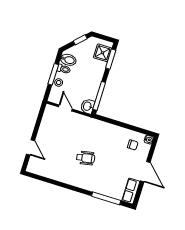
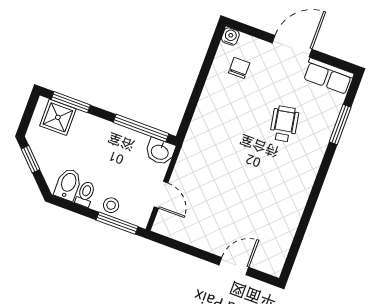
window: (53, 74) -> (117, 223), moved
door: (65, 108) -> (161, 195), swing flipped
wheelchair: (86, 158) -> (284, 124), moved
window: (106, 198) -> (340, 125), width x0.69

